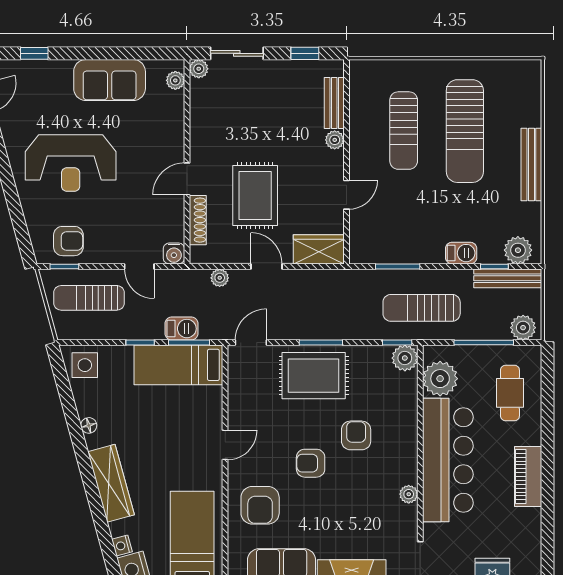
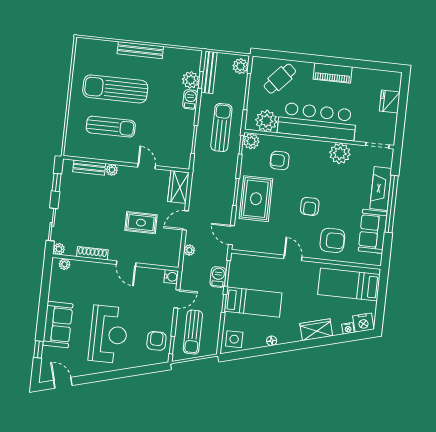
sofa: (110, 80) -> (58, 324), moved
sun lounger: (465, 131) -> (115, 89), turned 180
rug: (255, 196) -> (141, 223), width x0.73, depth x0.70
shoe rack: (198, 220) -> (92, 253), moved
plant: (518, 250) -> (191, 80), moved
sun lounger: (422, 308) -> (221, 127), turned 180
bed: (178, 365) -> (253, 302), moved, turned -90
cafe table: (510, 393) -> (280, 79), turned -48
armchair: (356, 435) -> (280, 160), moved
wardrobe: (111, 483) -> (316, 330), width x0.67
plant: (409, 494) -> (340, 153), width x1.88, depth x1.88

